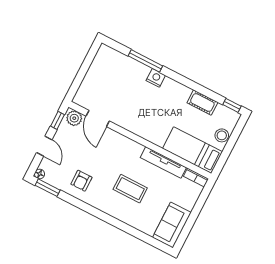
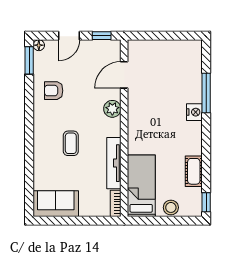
plant: (74, 118) -> (112, 109), moved
coffee table: (130, 189) -> (71, 143), width x0.73, depth x0.77

